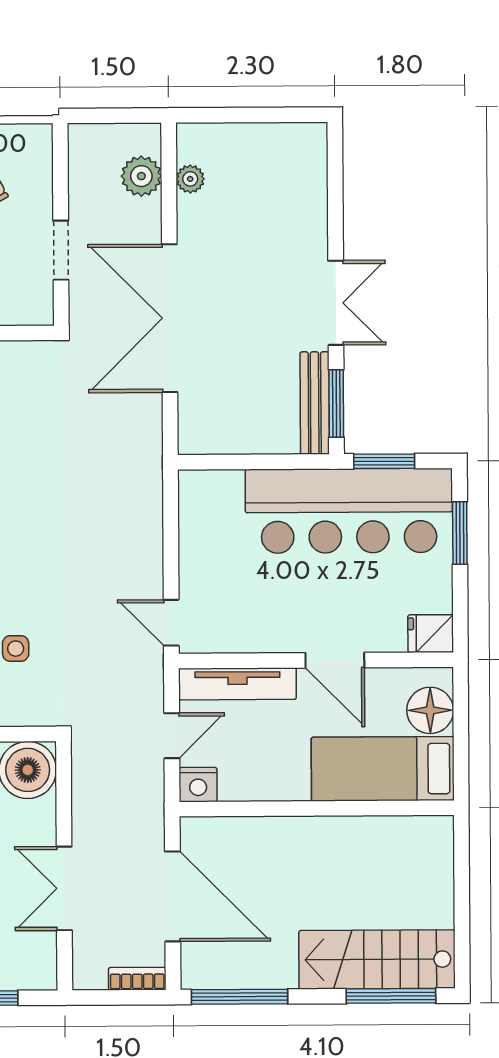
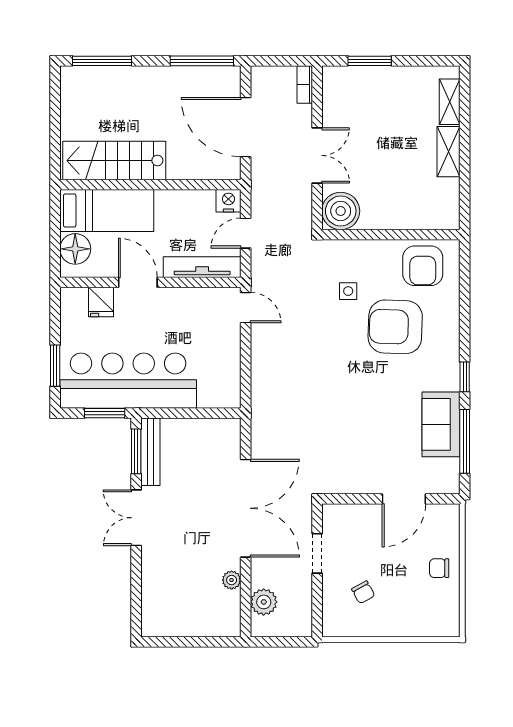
plant: (190, 179) -> (232, 580), moved
fridge: (431, 634) -> (101, 302), moved, turned 90
double door: (64, 888) -> (317, 155), moved
stairs: (377, 959) -> (114, 161), moved, turned 180
bookcase: (137, 979) -> (305, 84), moved, turned 90

